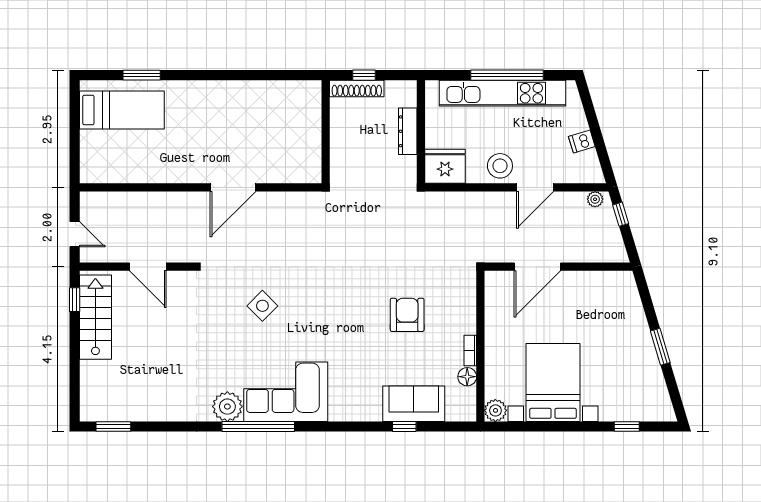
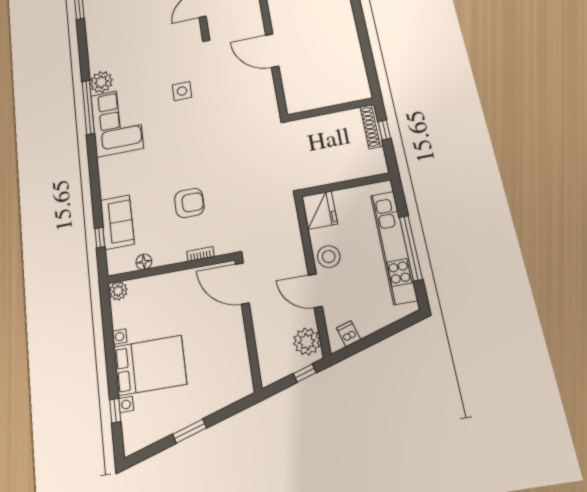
dresser: (408, 131) -> (344, 174), removed
dishwasher: (582, 142) -> (349, 334), moved
plant: (595, 199) -> (307, 342), width x1.88, depth x1.88
door: (537, 267) -> (242, 283), moved
side table: (262, 306) -> (182, 91), turned 45
bookcase: (470, 350) -> (200, 254), moved
bed with nightstands: (553, 382) -> (150, 365), moved
window: (404, 426) -> (100, 238), moved

